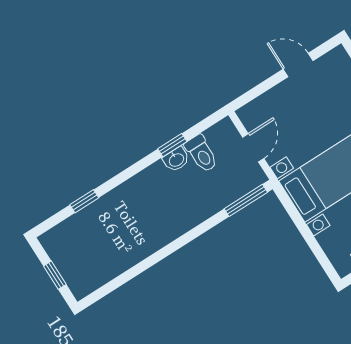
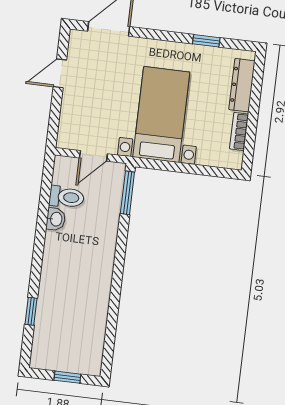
window: (172, 145) -> (43, 213), removed
door: (253, 148) -> (93, 156), swing flipped

